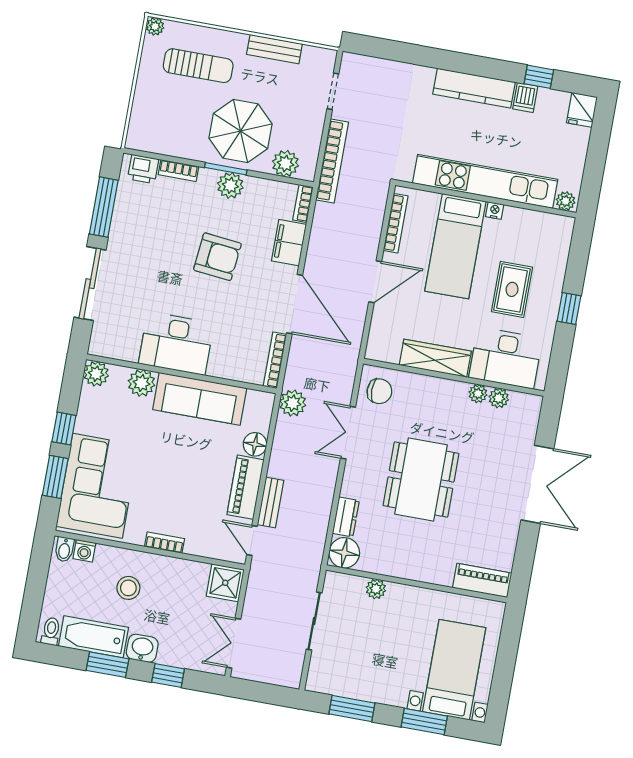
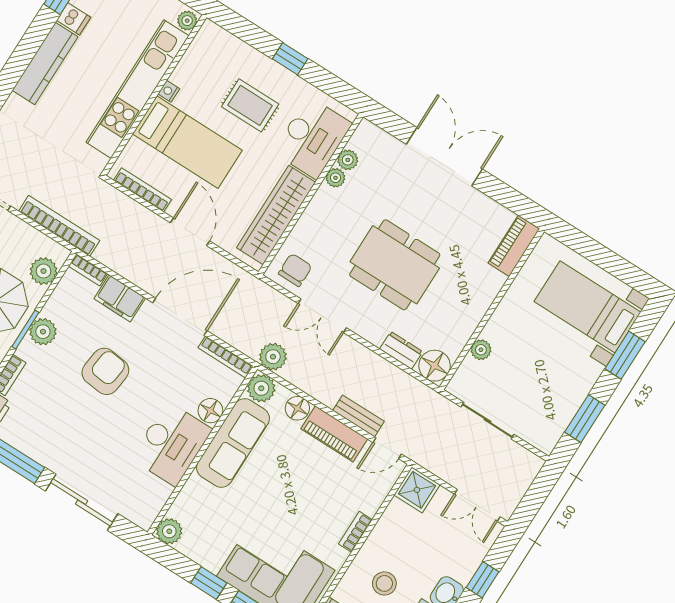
wardrobe: (435, 358) -> (276, 215), width x1.40, depth x1.17
floor lamp: (221, 366) -> (210, 411), added
plant: (142, 383) -> (261, 388), moved

